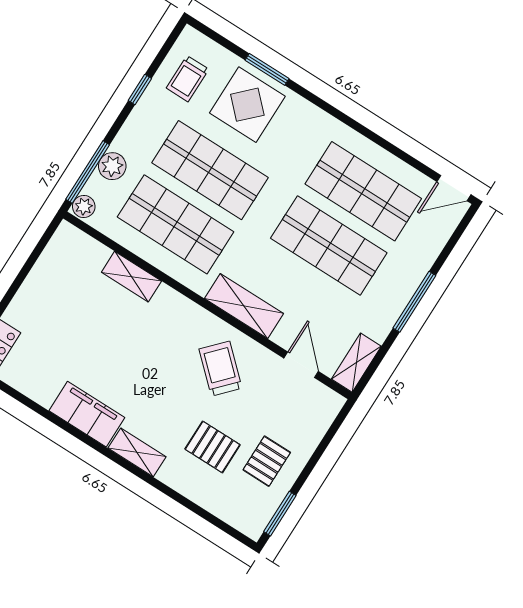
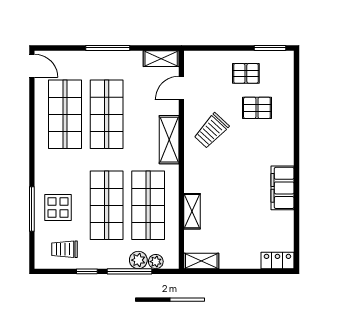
window: (267, 69) -> (32, 209), width x1.44
trolley: (187, 79) -> (64, 249), turned 180
display table: (247, 105) -> (58, 208), width x0.73, depth x0.73
window: (88, 172) -> (129, 271), moved
plant: (84, 207) -> (156, 262), moved
pallet: (212, 447) -> (257, 108), turned 90
shelving: (137, 452) -> (201, 261), moved, turned 90

